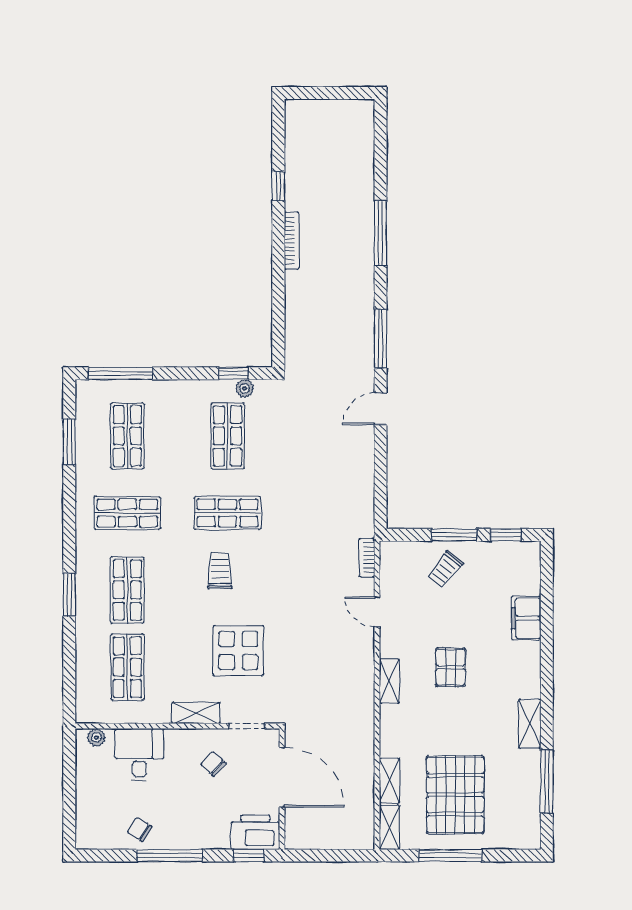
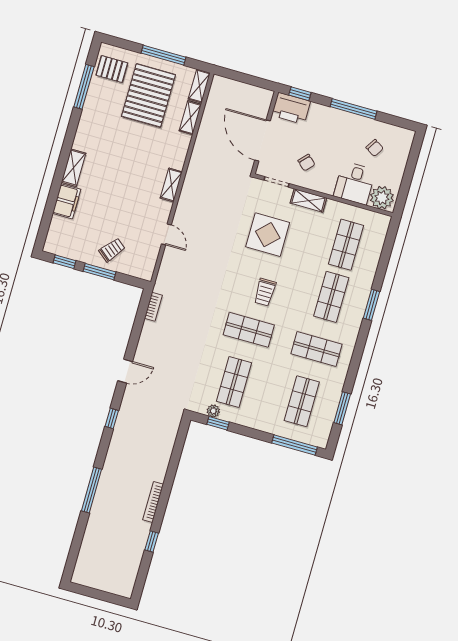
window: (380, 339) -> (112, 418), width x0.46
bookcase: (367, 558) -> (153, 307), moved
pallet: (451, 667) -> (112, 69), moved, turned 90
shelving: (530, 724) -> (74, 168), moved
plant: (96, 737) -> (382, 198), width x1.87, depth x1.87
chair: (140, 830) -> (375, 148), moved

